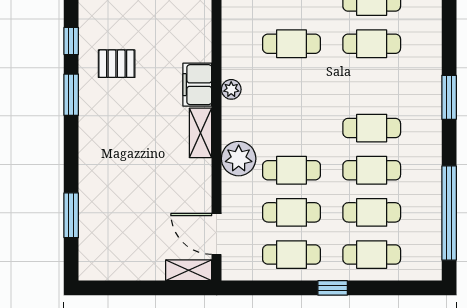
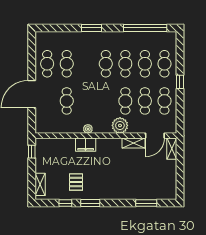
shelving: (201, 133) -> (133, 143), moved

